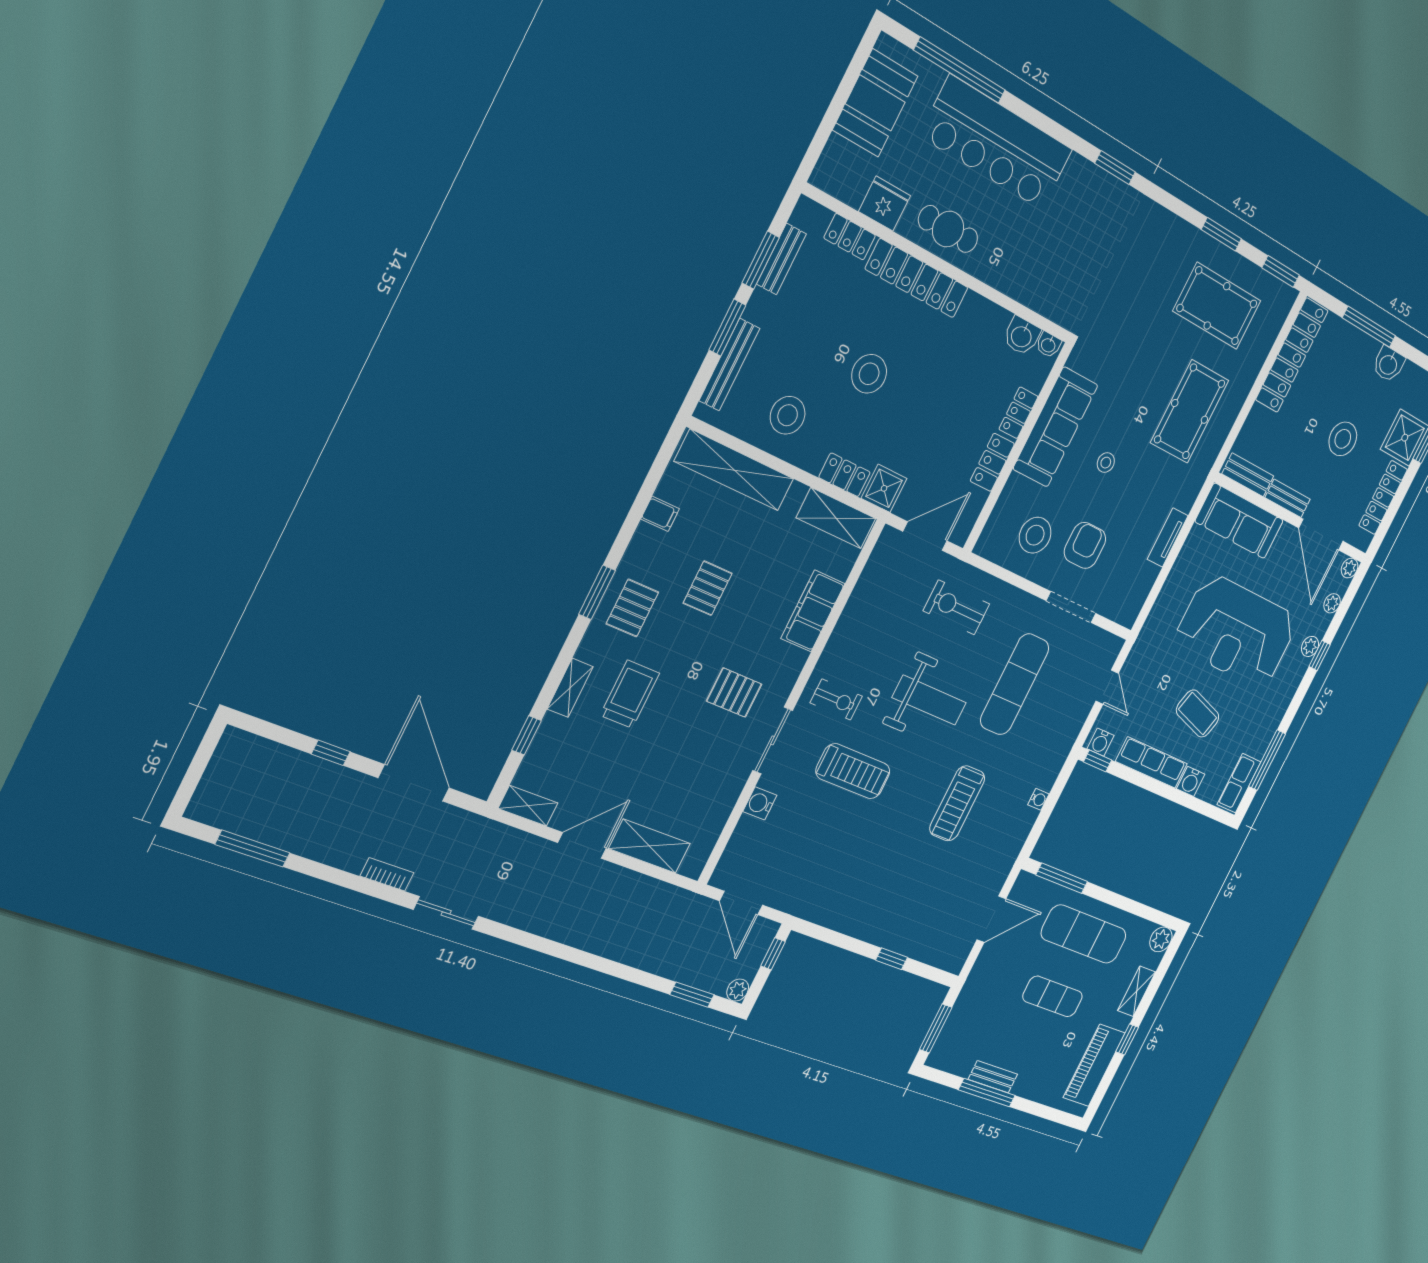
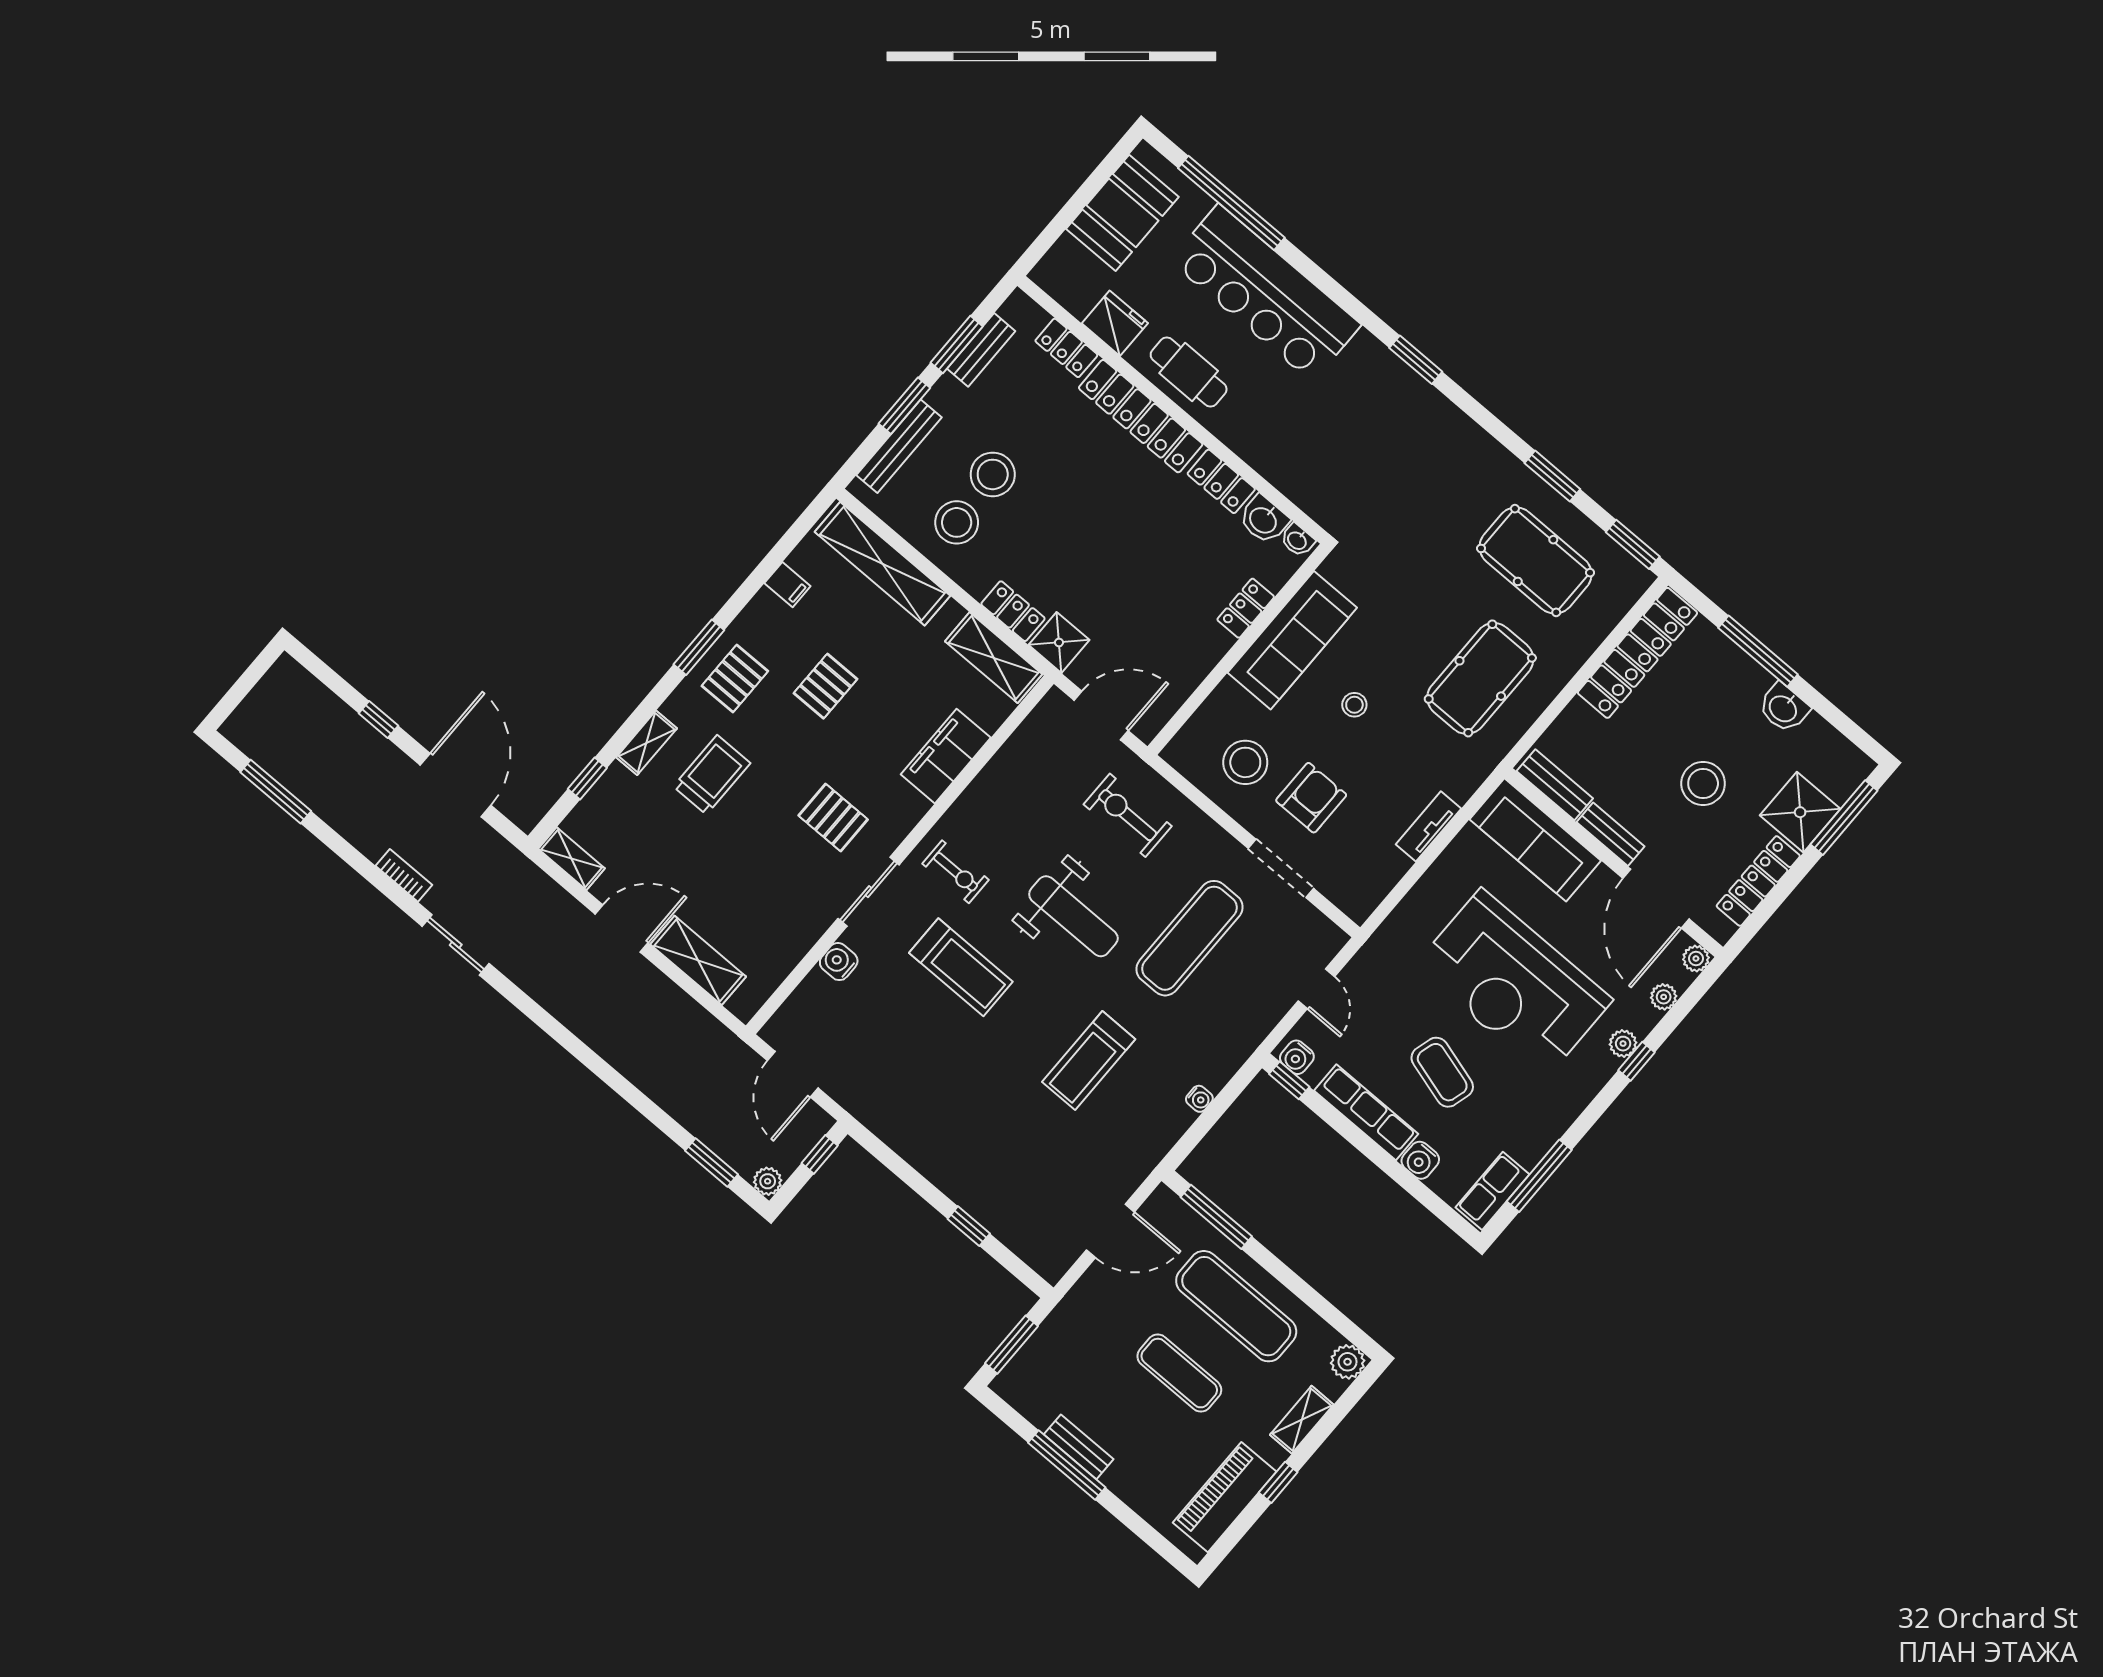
stool: (869, 374) -> (993, 474), moved
locker: (992, 462) -> (1221, 481), moved, turned -90

